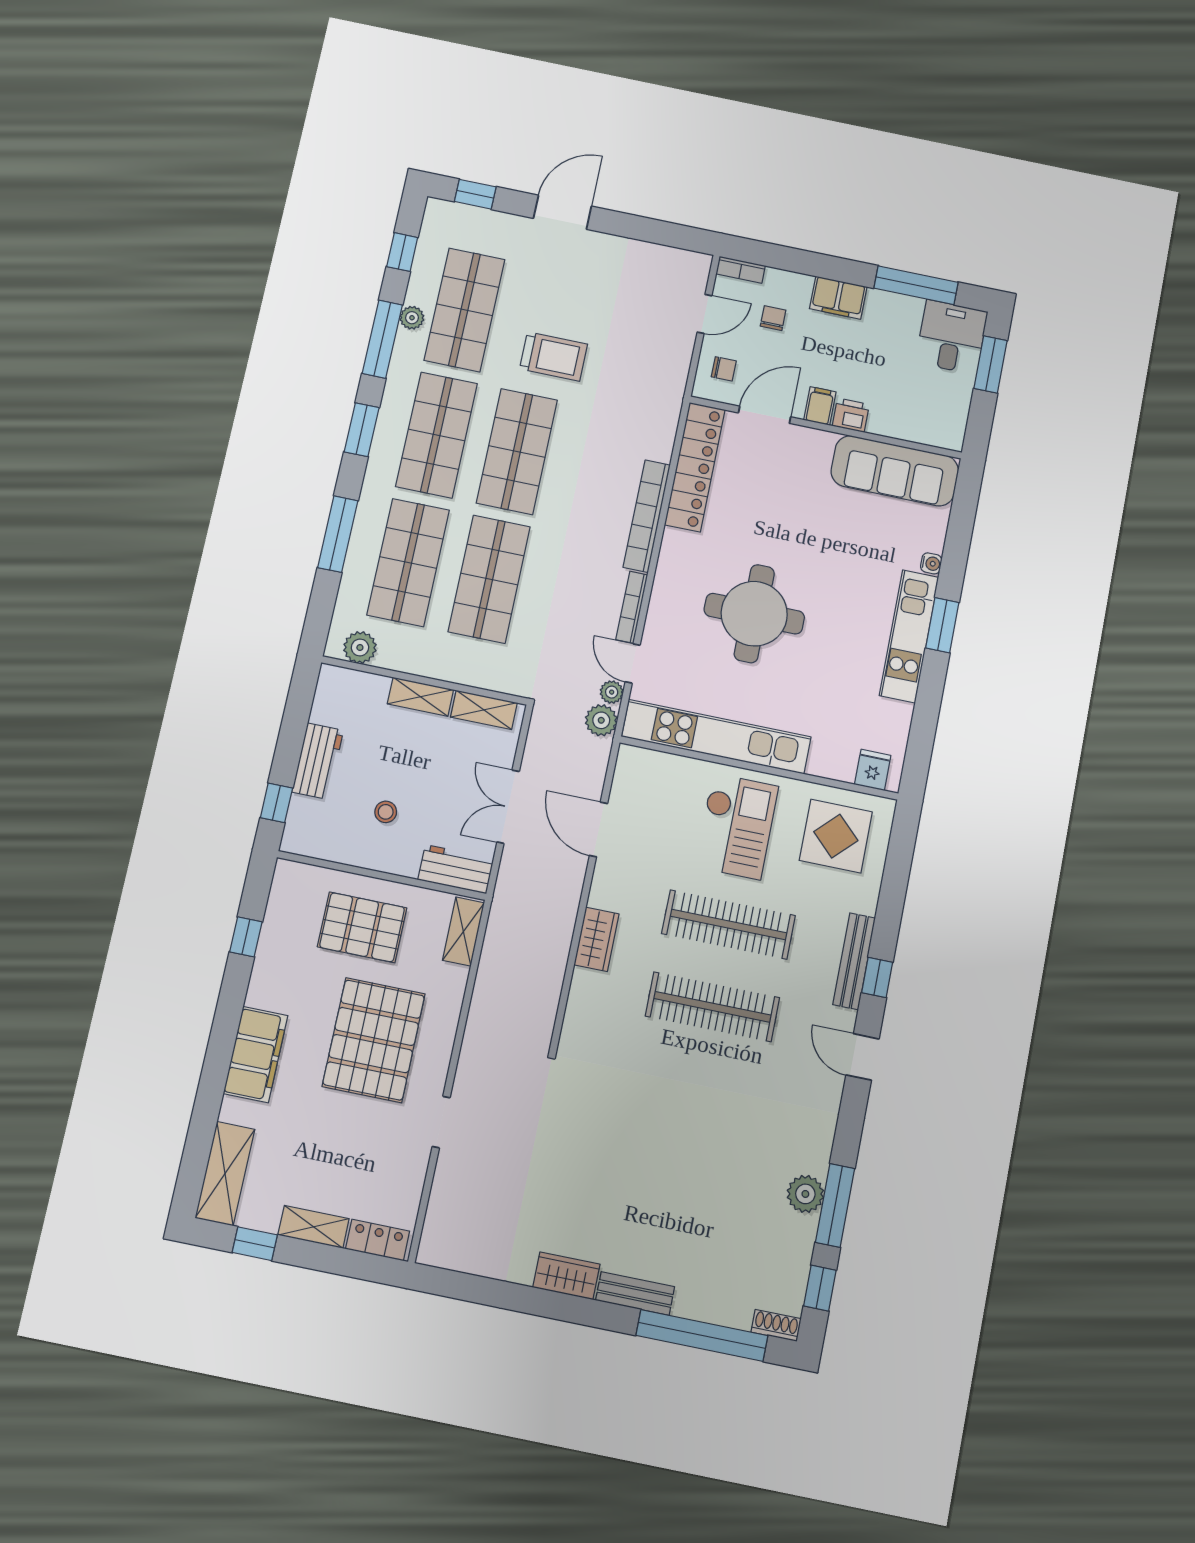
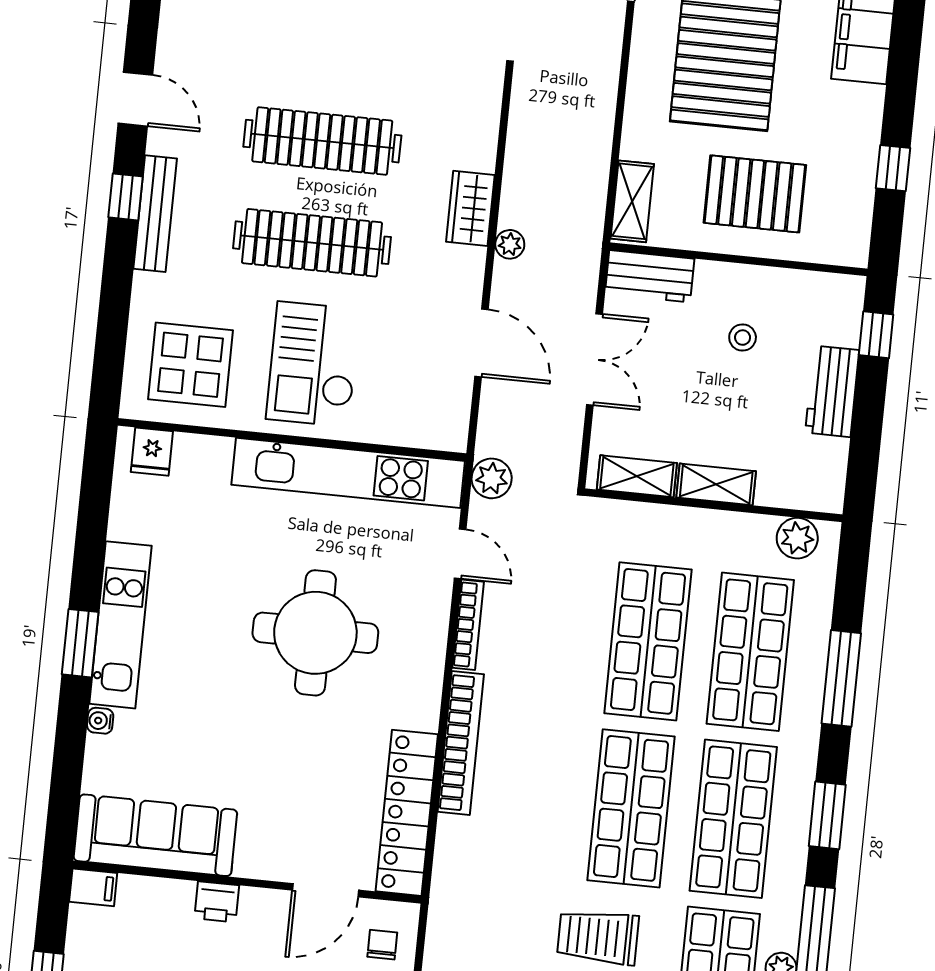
chair: (724, 369) -> (382, 945), turned 90
filing cabinet: (820, 406) -> (93, 887), moved, turned -90
plant: (612, 692) -> (510, 244), moved

